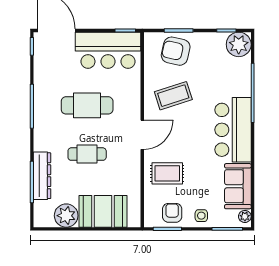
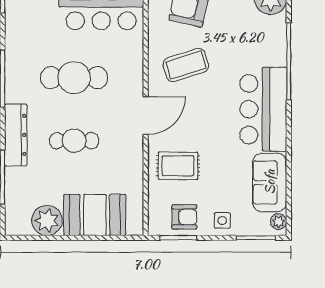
dresser: (42, 176) -> (16, 135), moved
armchair: (172, 213) -> (184, 217), turned 90

